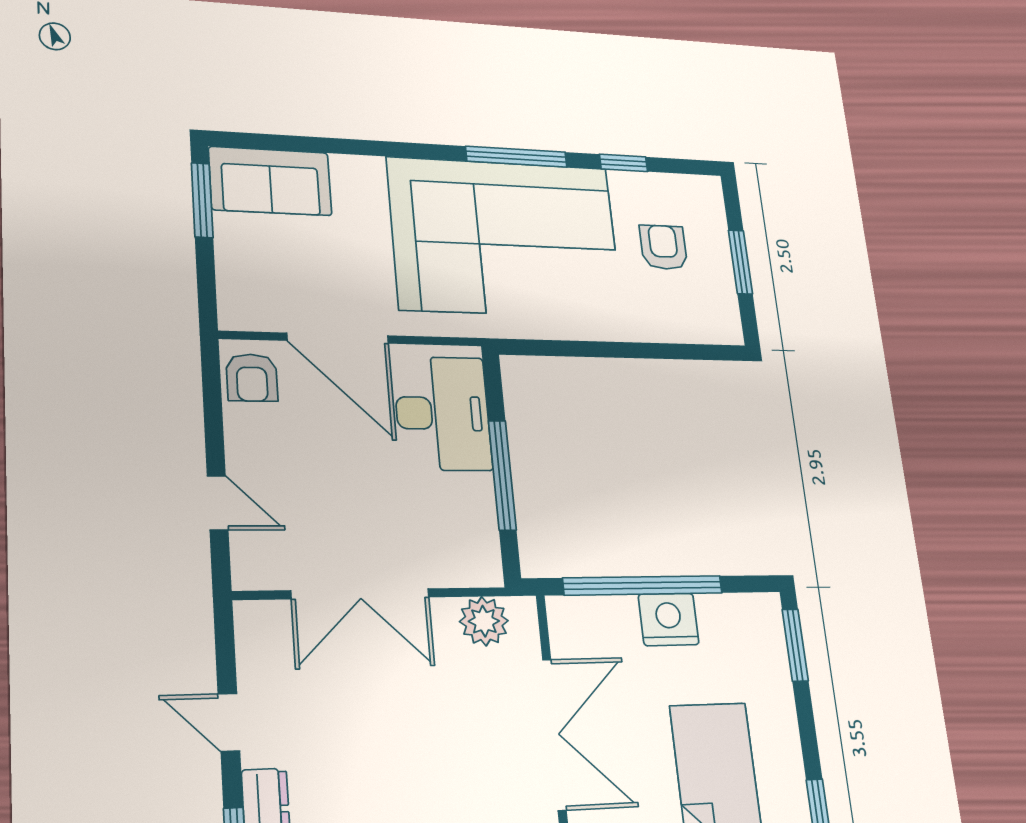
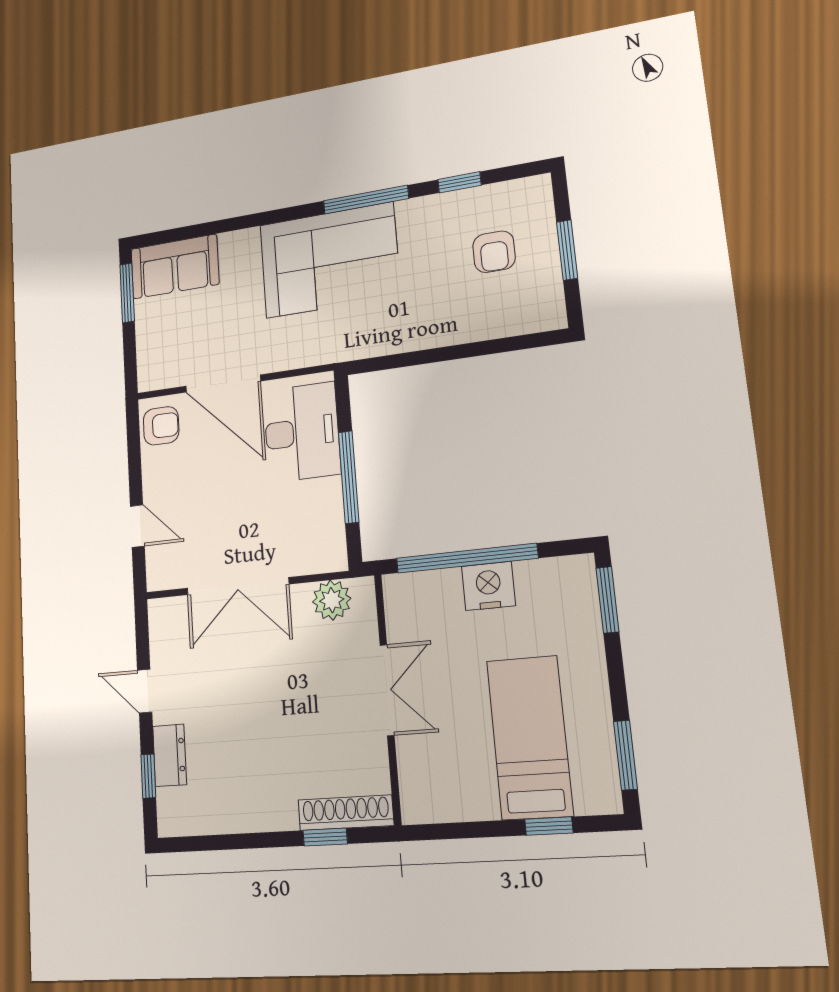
corner sofa: (505, 238) -> (329, 260), width x0.73, depth x0.74
armchair: (664, 247) -> (494, 252), turned 180
armchair: (252, 378) -> (161, 426), turned -90
double door: (554, 734) -> (387, 690), width x0.73

